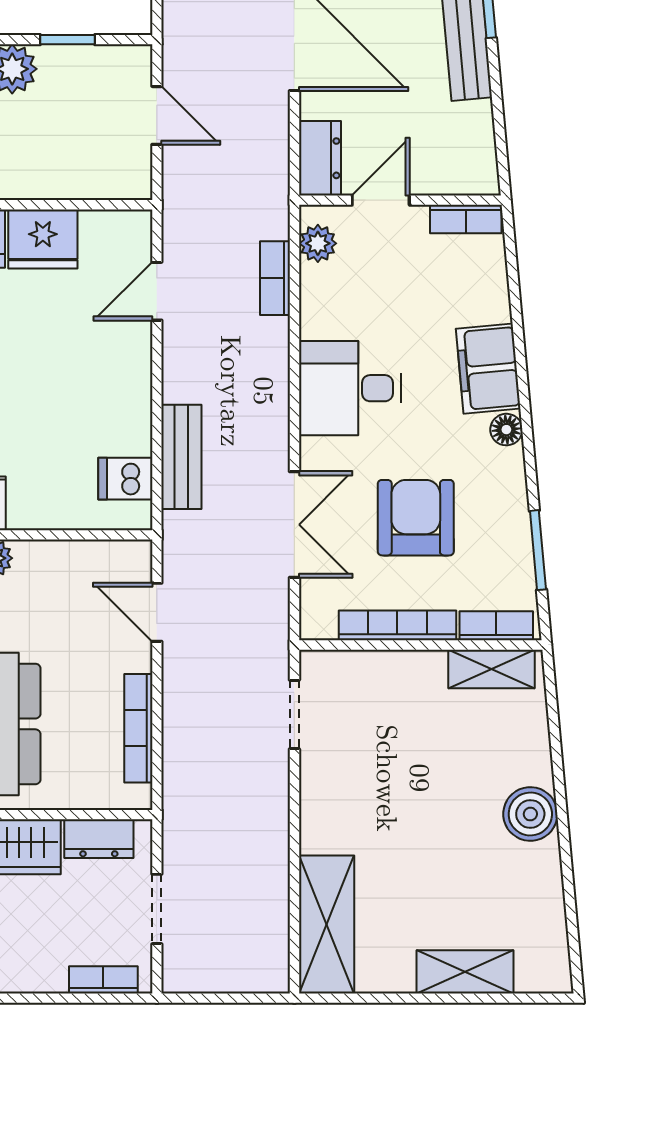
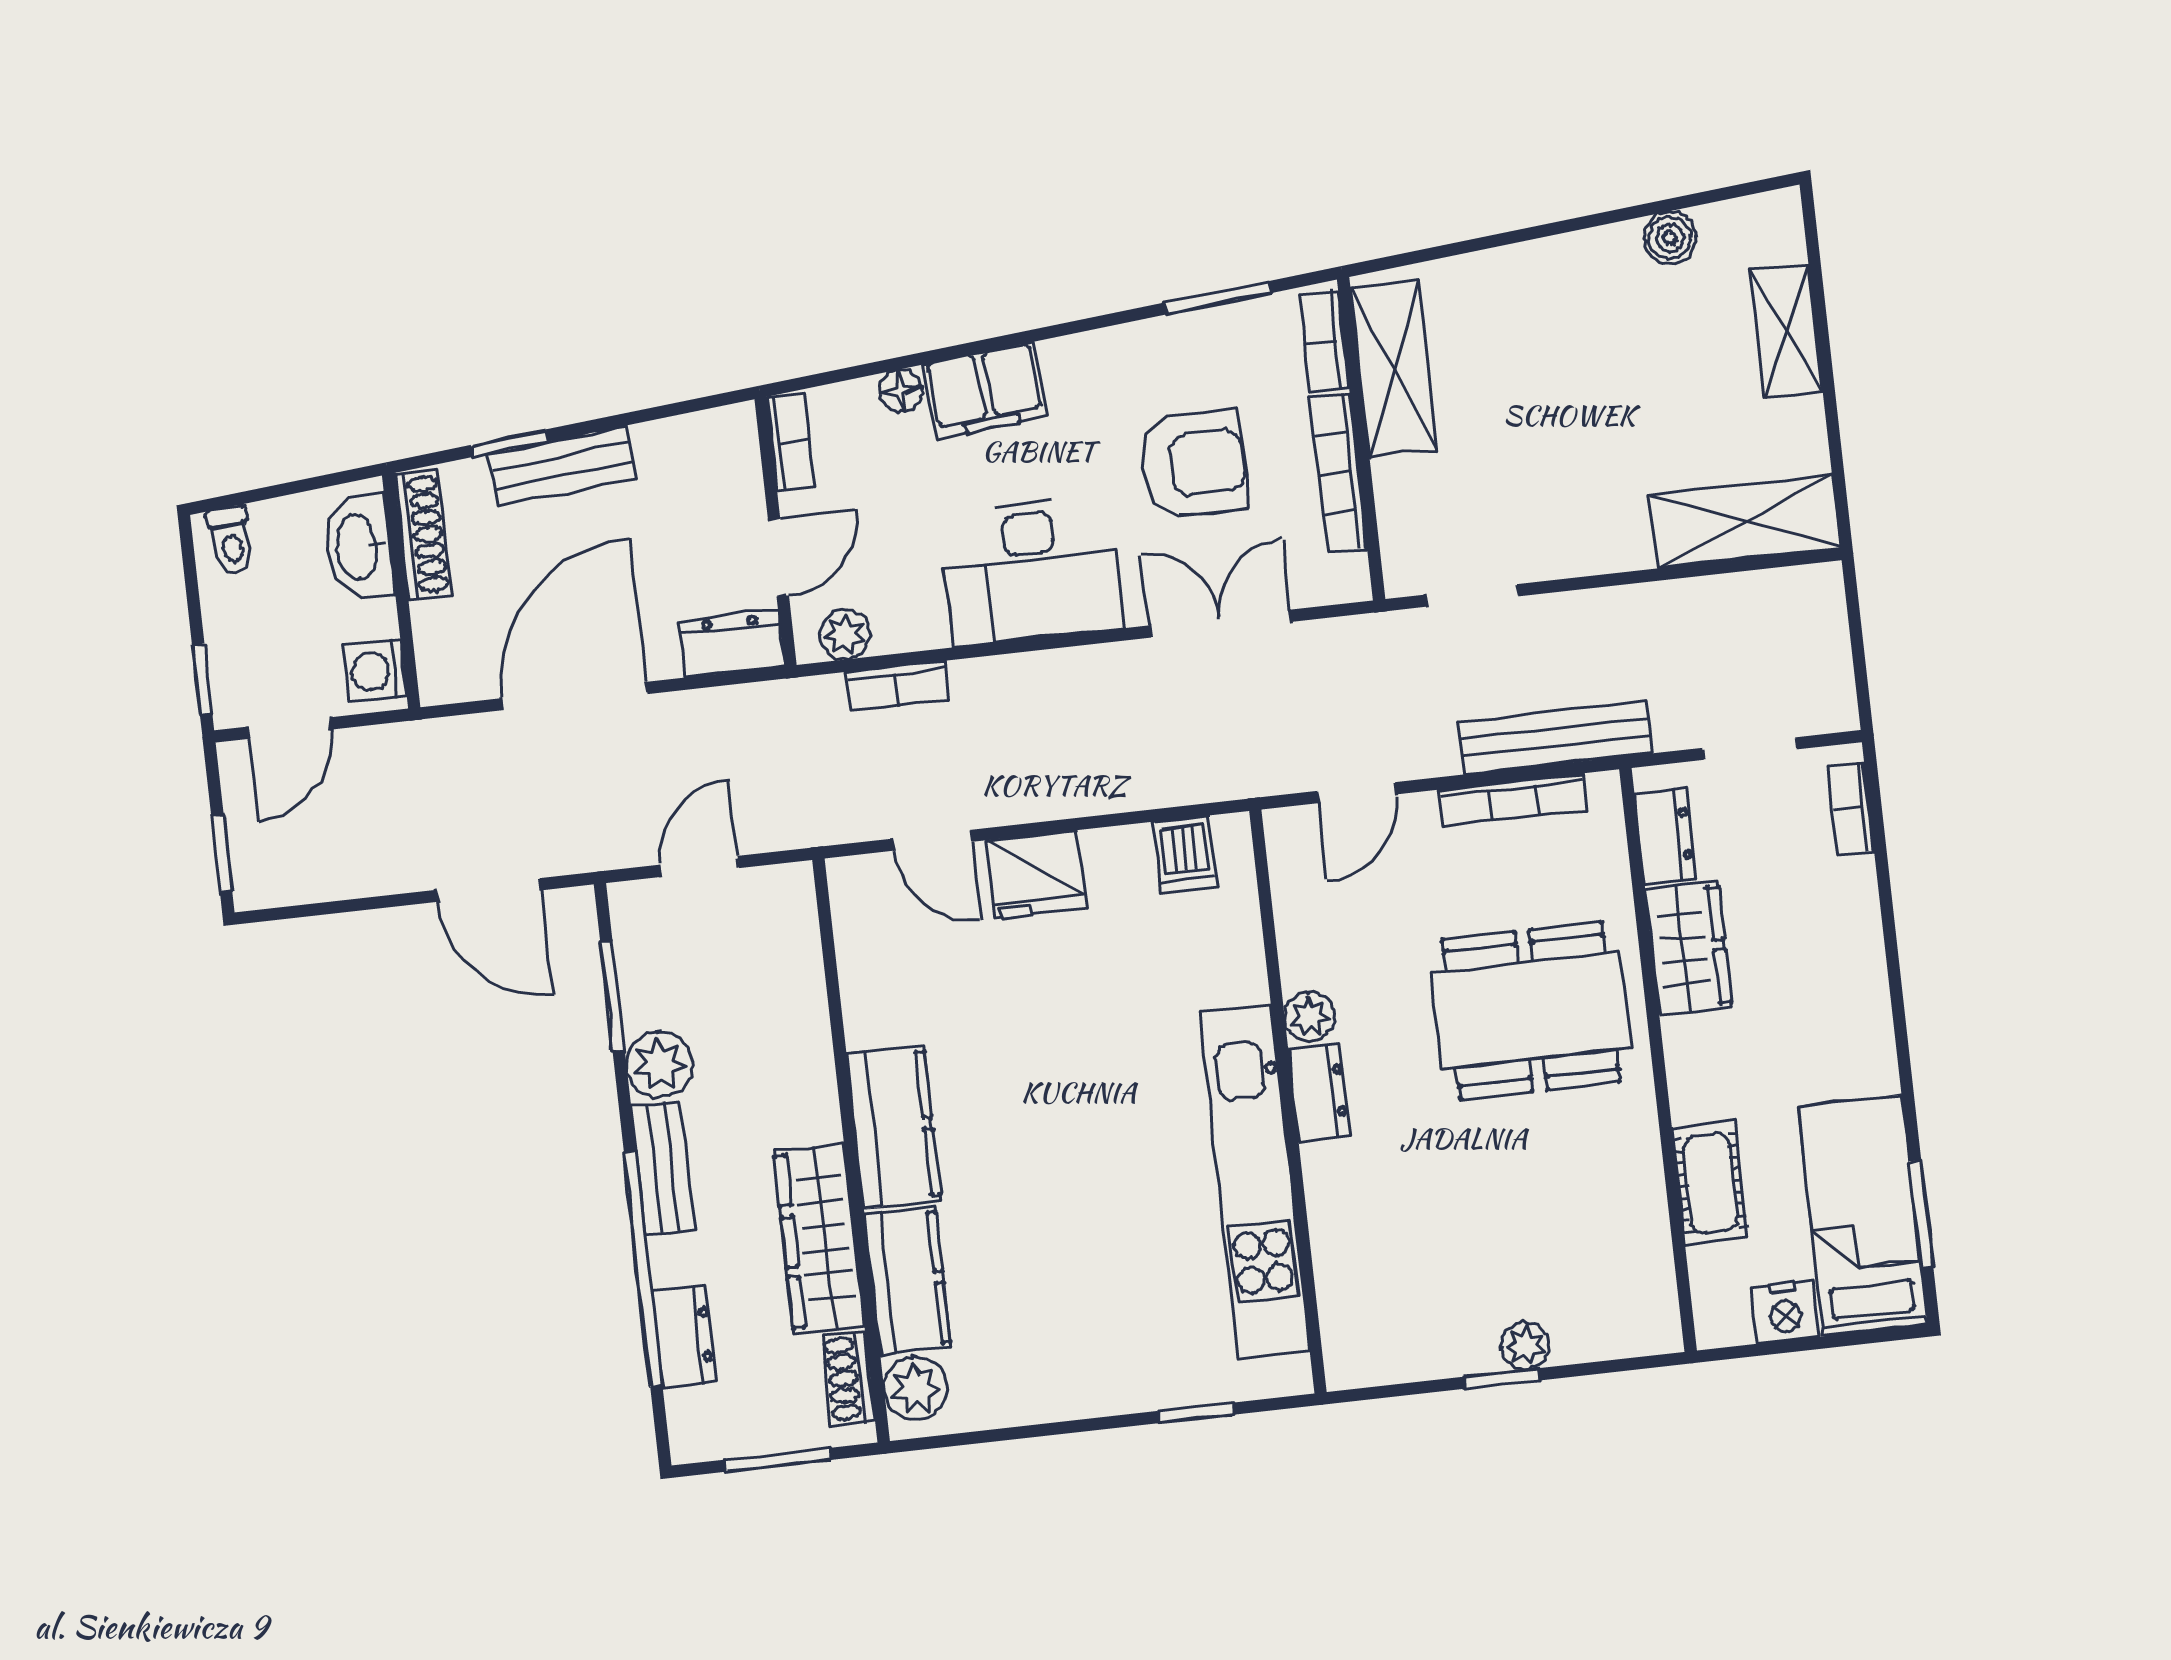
window: (68, 40) -> (613, 996), width x1.50
door: (381, 200) -> (778, 558), swing flipped
fridge: (43, 239) -> (1036, 874), moved, turned 90
desk: (350, 388) -> (1032, 570), width x1.37
floor lamp: (506, 430) -> (901, 391), moved
bench: (181, 457) -> (1555, 738), moved, width x1.36
armchair: (416, 518) -> (1193, 464), turned 180
shelving: (491, 669) -> (1394, 369), width x1.50, depth x1.33
boiler: (530, 814) -> (1670, 238), moved, width x0.73, depth x0.73

